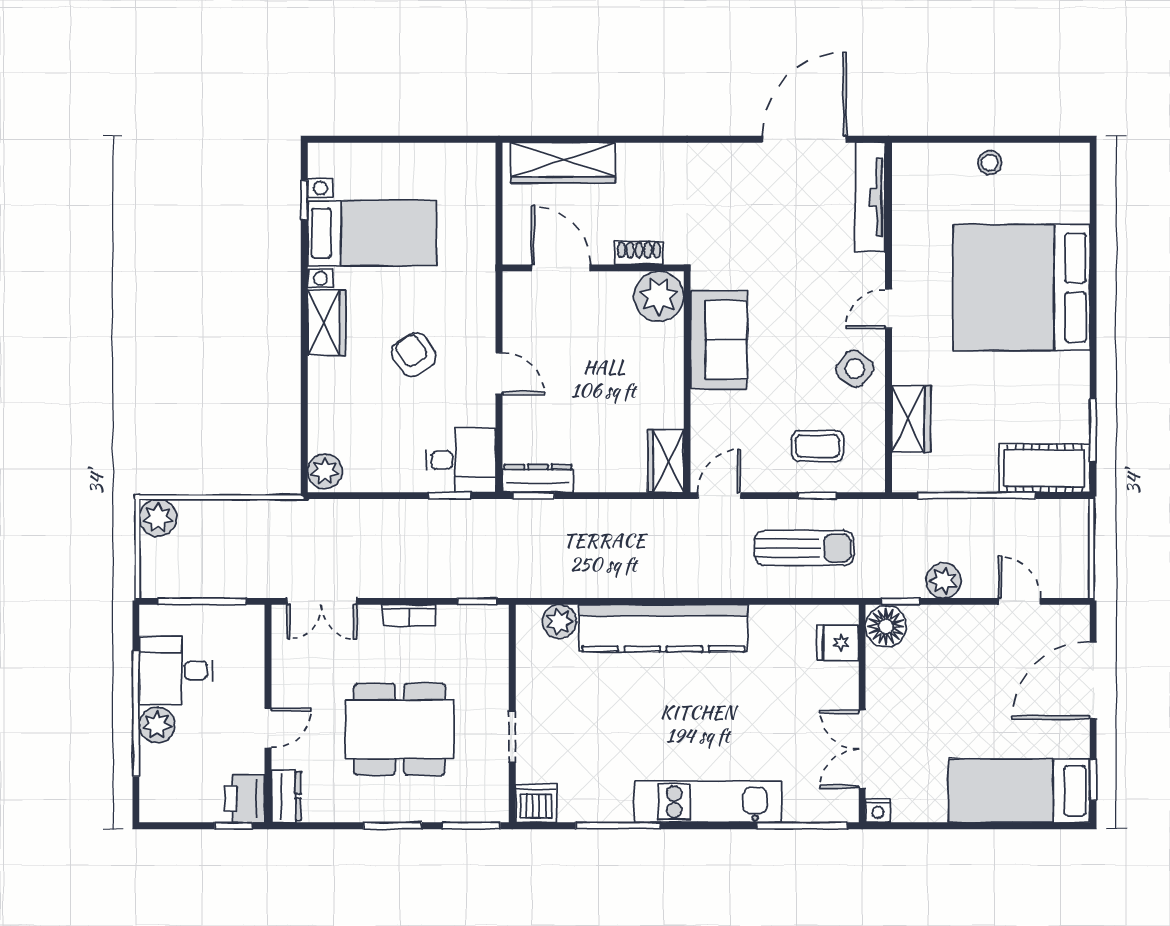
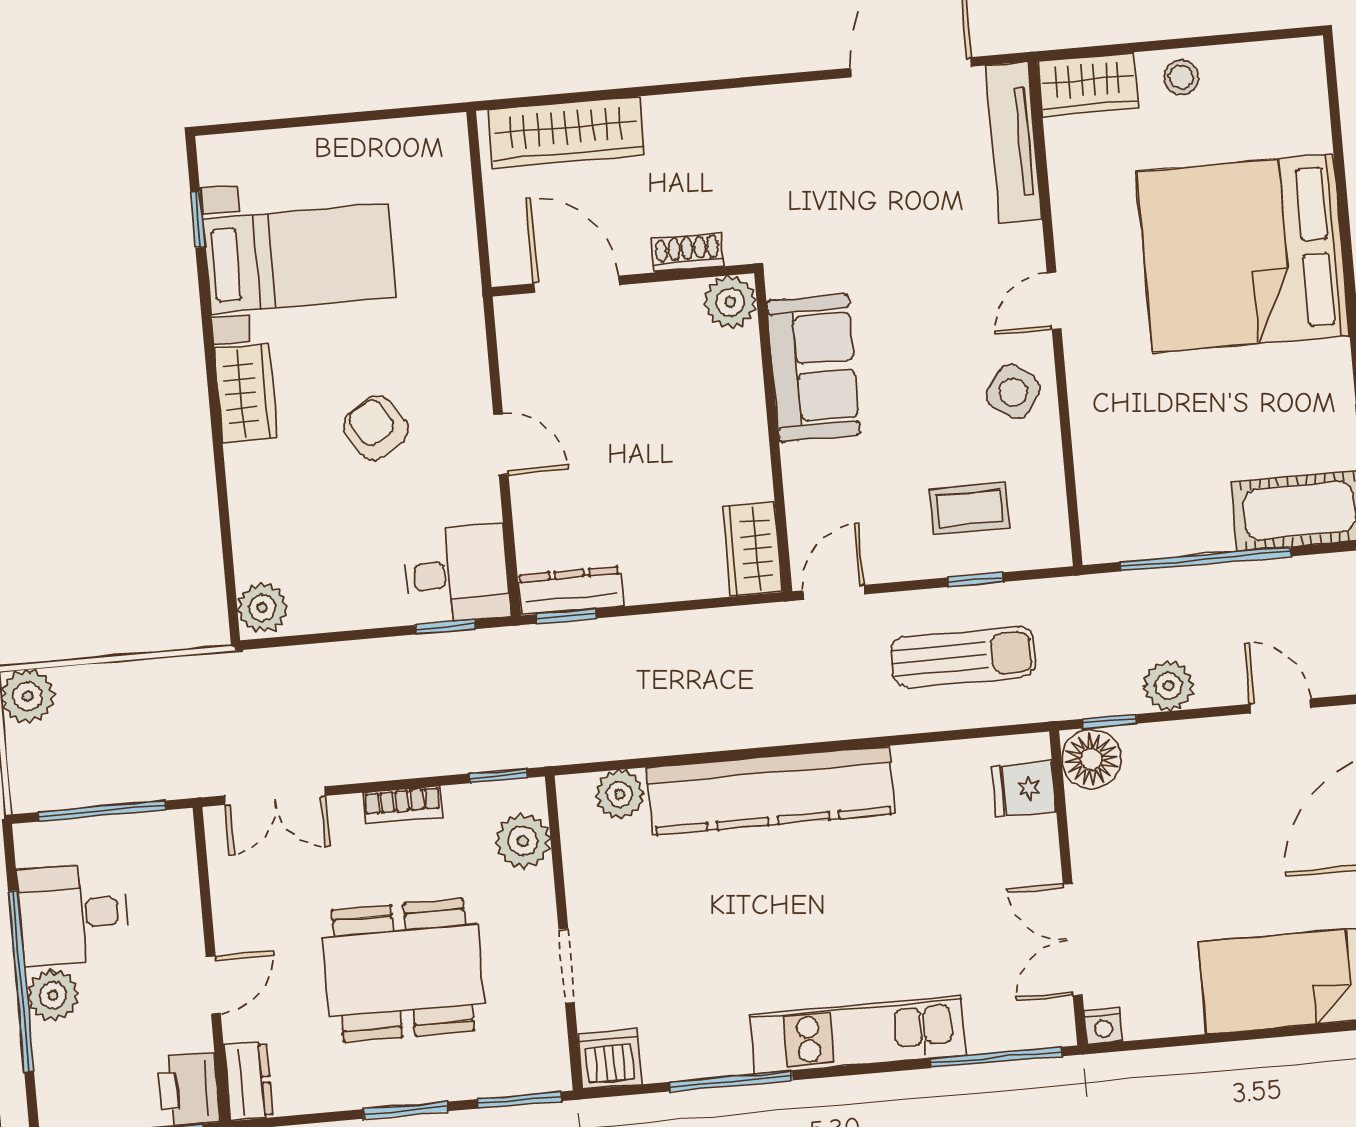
plant: (659, 296) -> (730, 302), width x0.73, depth x0.73
wardrobe: (911, 419) -> (1088, 84), moved, turned 90
plant: (490, 648) -> (523, 841), added

